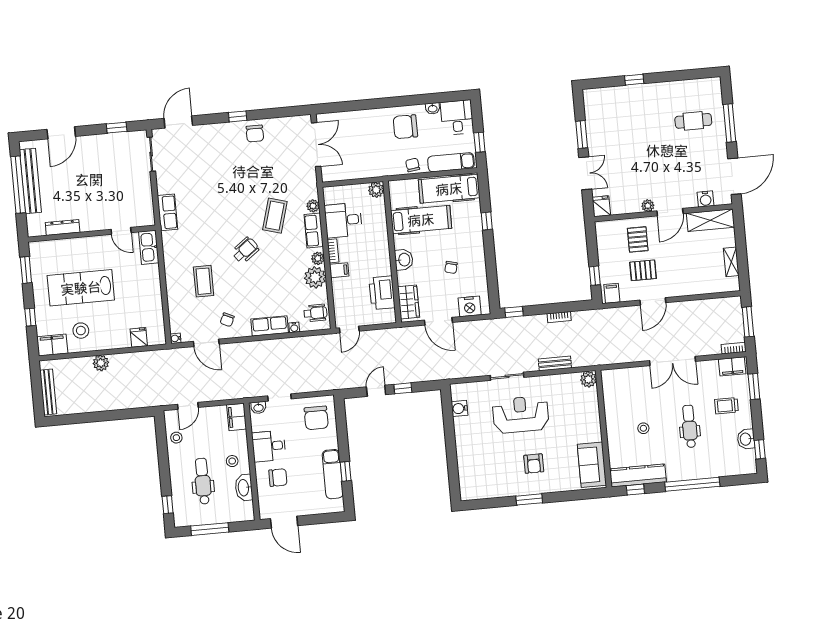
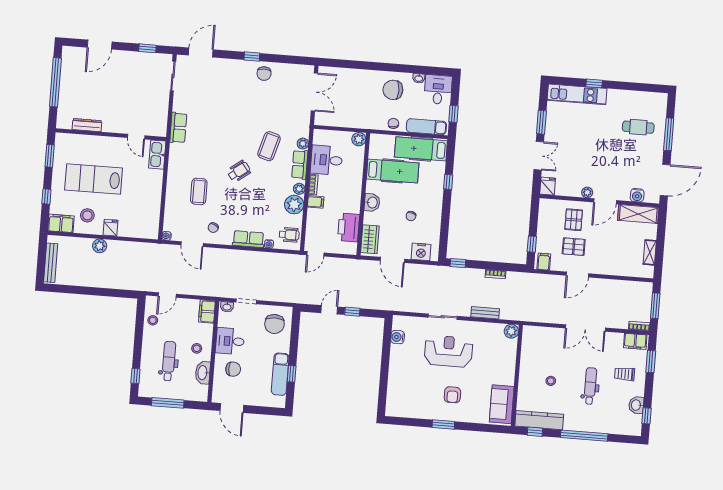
kitchen unit: (617, 95) -> (577, 94), added
bench: (30, 181) -> (66, 81), removed
fridge: (139, 337) -> (110, 228), moved

